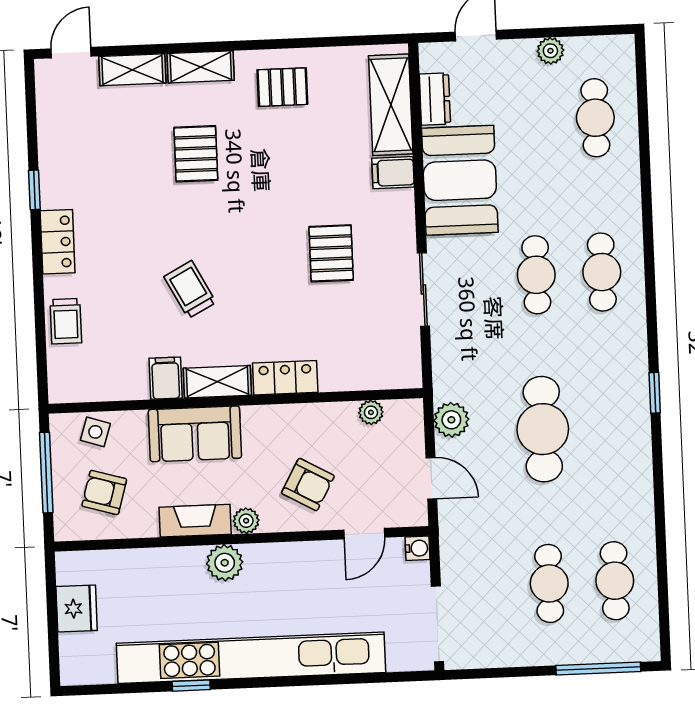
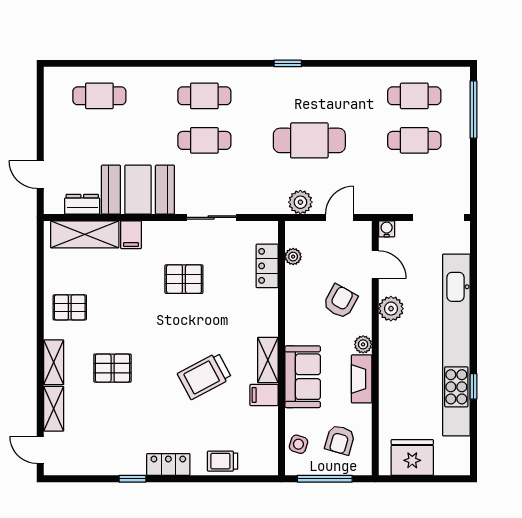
plant: (550, 51) -> (53, 124), removed
pallet: (282, 87) -> (70, 307), turned 90
trolley: (190, 290) -> (205, 376), width x1.36, depth x1.39
trolley: (66, 321) -> (222, 461), turned 180
locker: (285, 378) -> (267, 266), moved
plant: (225, 563) -> (391, 309), moved
fridge: (77, 608) -> (412, 457), width x1.36, depth x1.34

